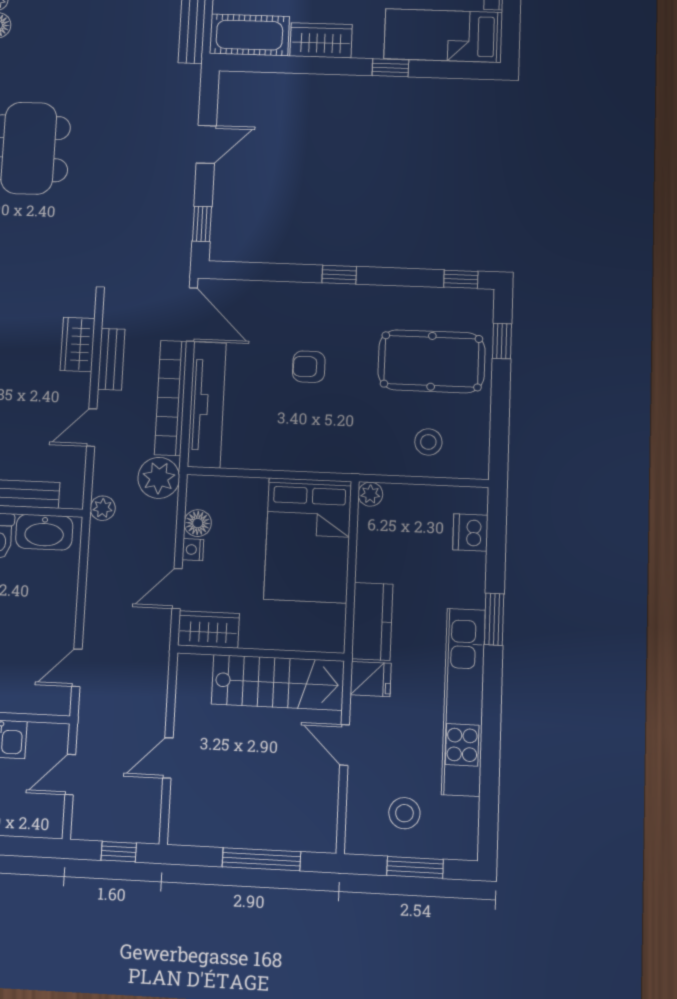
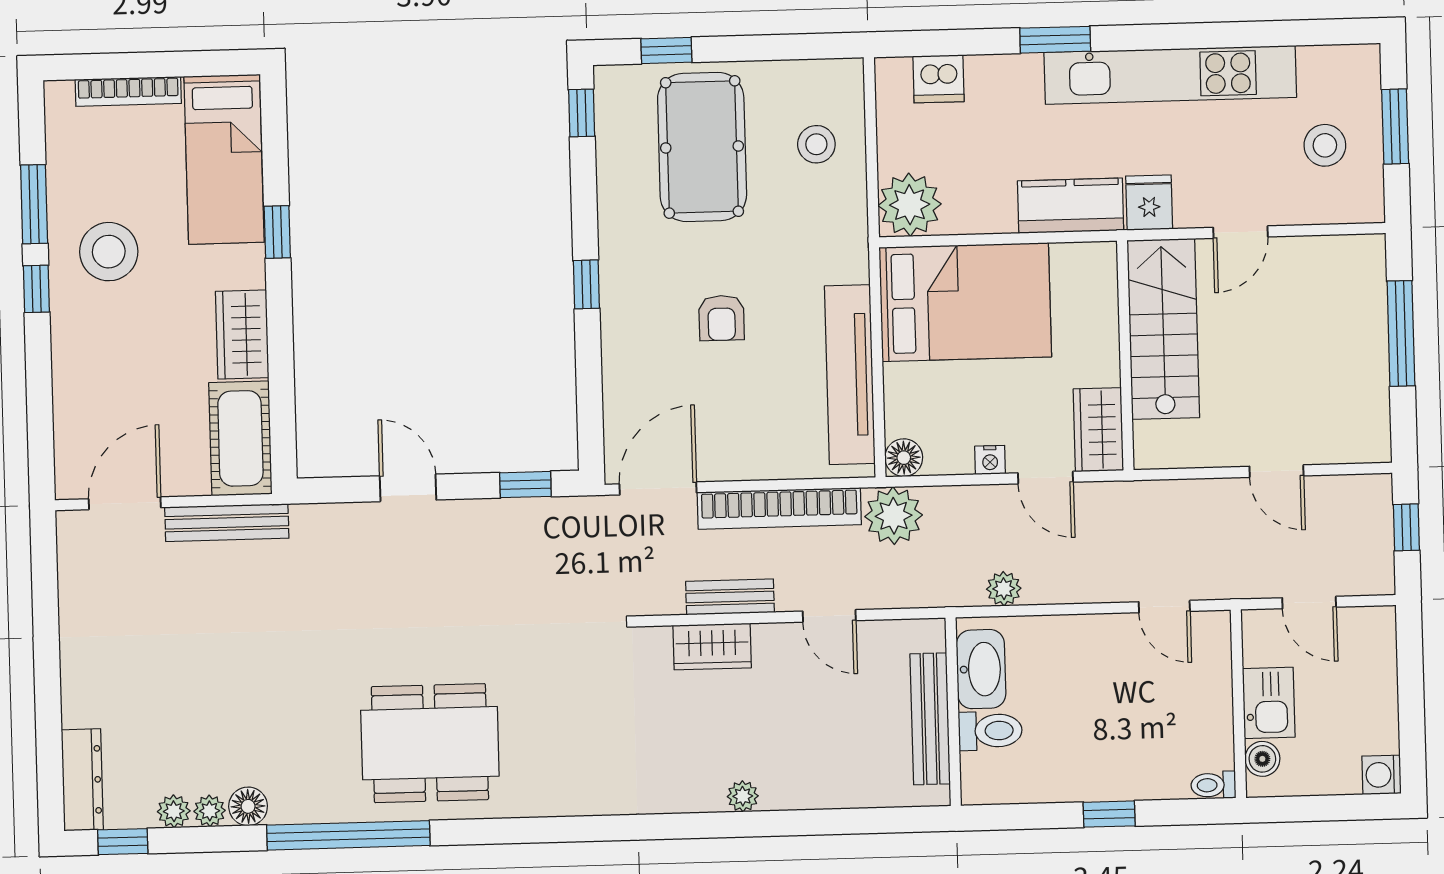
tv unit: (207, 405) -> (850, 375), moved, turned -90
plant: (370, 494) -> (910, 205), width x1.88, depth x1.88
plant: (103, 508) -> (1004, 589), moved
floor lamp: (198, 523) -> (904, 458), moved

